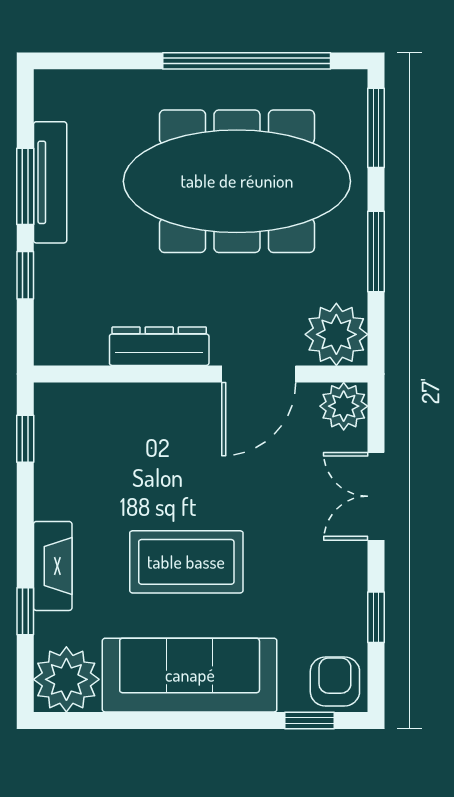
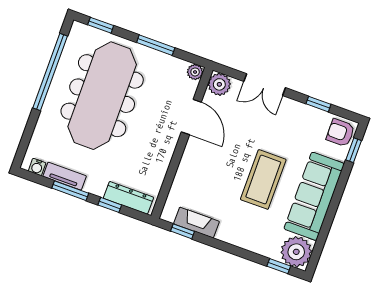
water cooler: (48, 103) -> (37, 167), added
window: (376, 128) -> (101, 25), width x0.67
tv unit: (50, 182) -> (65, 176), width x0.71
plant: (336, 334) -> (195, 72), width x0.53, depth x0.53
dresser: (159, 346) -> (128, 198), moved, turned 90
fireplace: (53, 566) -> (197, 223), moved
window: (25, 611) -> (279, 266), moved

